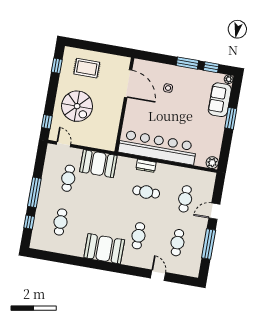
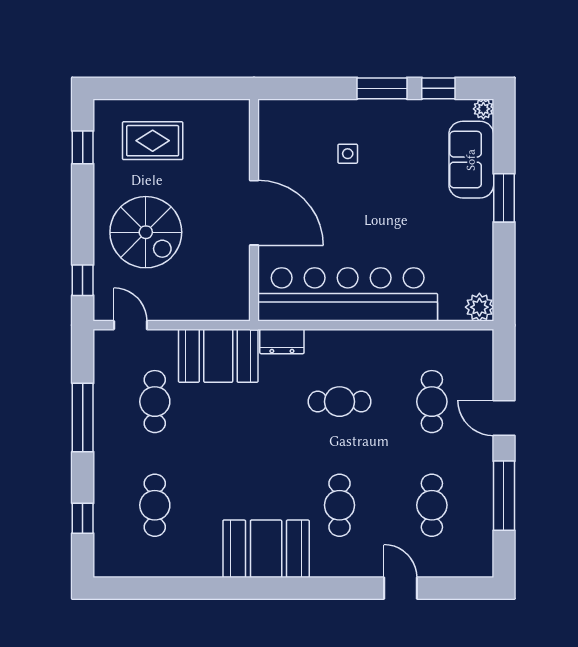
door: (128, 84) -> (254, 213), moved
dresser: (146, 166) -> (282, 341), moved
window: (34, 192) -> (83, 417), moved
door: (214, 211) -> (504, 418), hinge flipped

